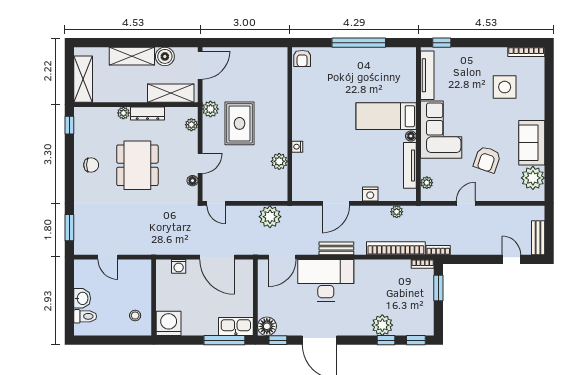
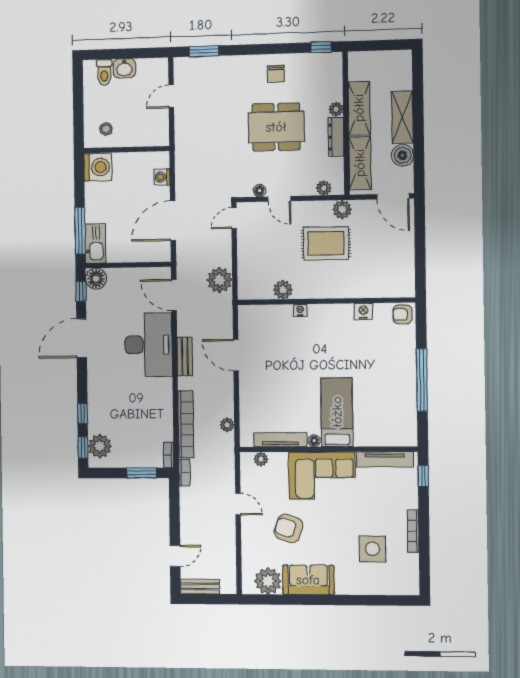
bookcase: (526, 52) -> (413, 531), moved
shelving: (83, 79) -> (359, 108), moved, turned 90
nightstand: (370, 194) -> (363, 311), moved, turned 90
plant: (382, 325) -> (100, 446), moved

